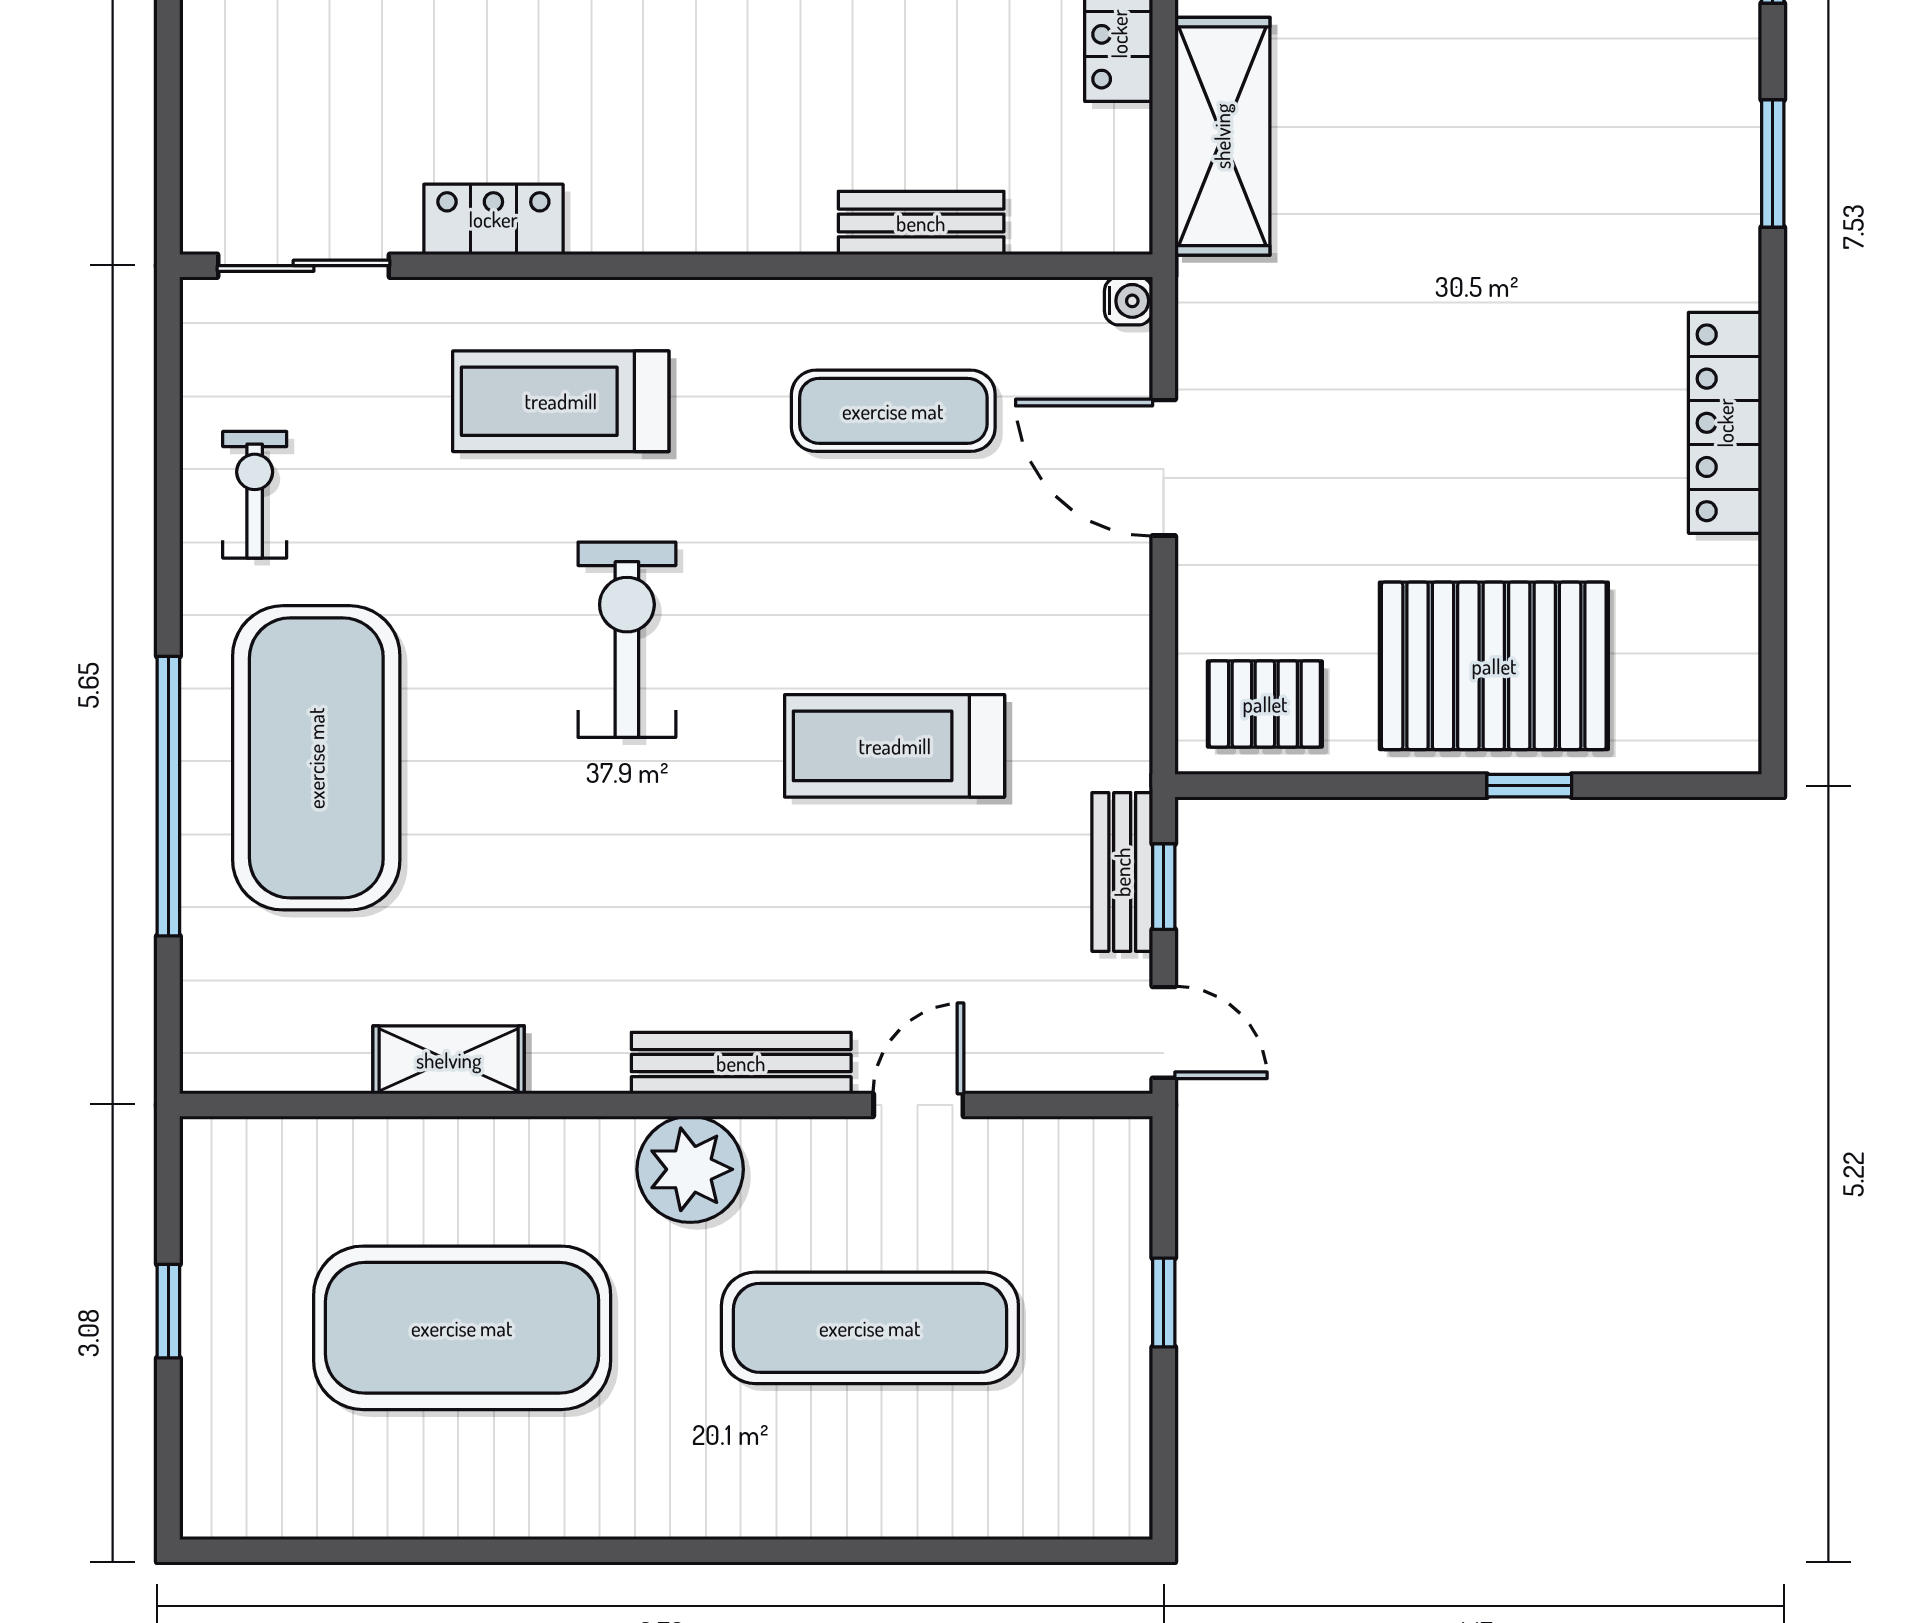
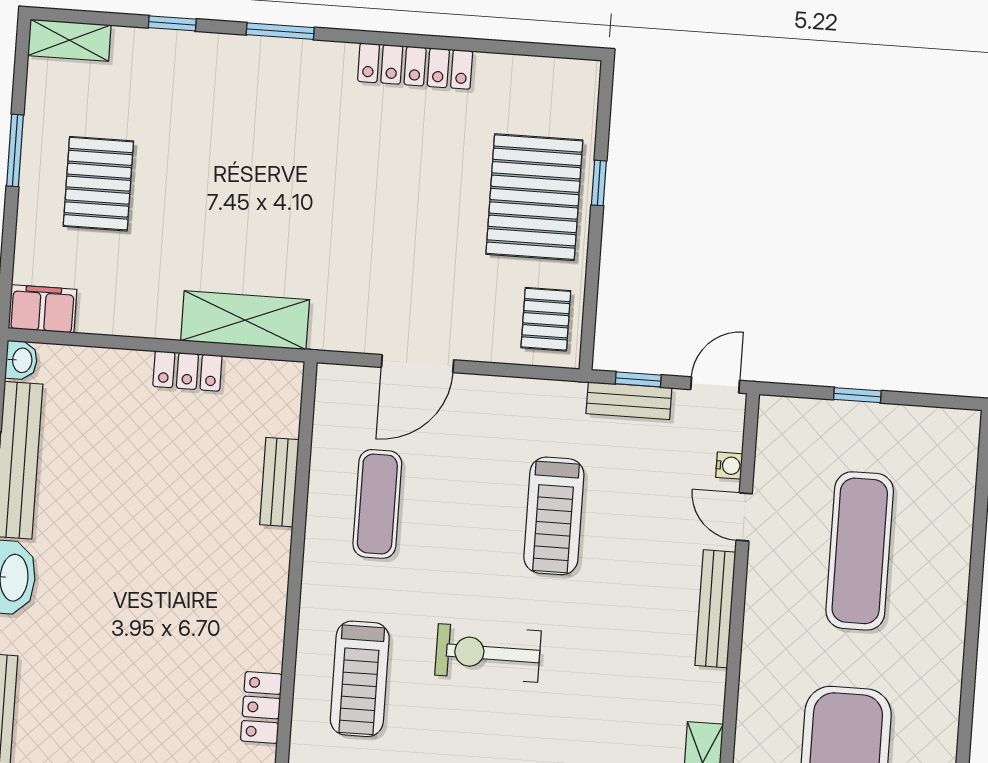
water cooler: (1128, 301) -> (729, 466), moved, turned 90
plant: (690, 1169) -> (769, 640), removed

